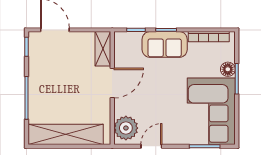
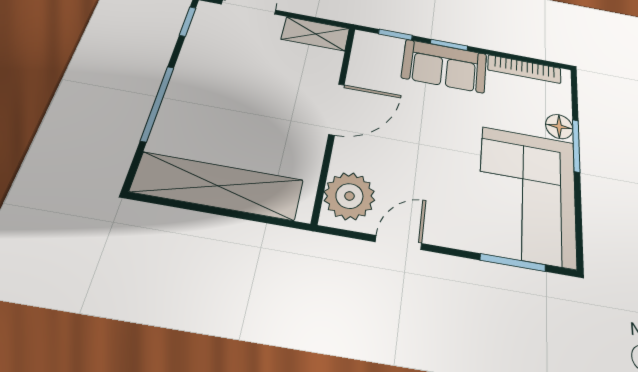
shelving: (103, 49) -> (315, 34), moved, turned 90

